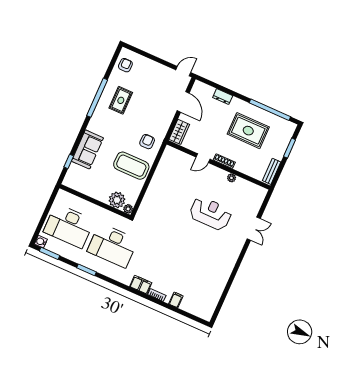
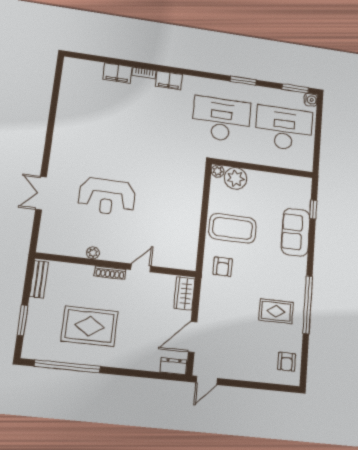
dresser: (223, 97) -> (173, 366), moved
rug: (121, 100) -> (276, 311), turned 90
door: (183, 102) -> (193, 337), hinge flipped
filing cabinet: (176, 300) -> (117, 73), width x2.00

